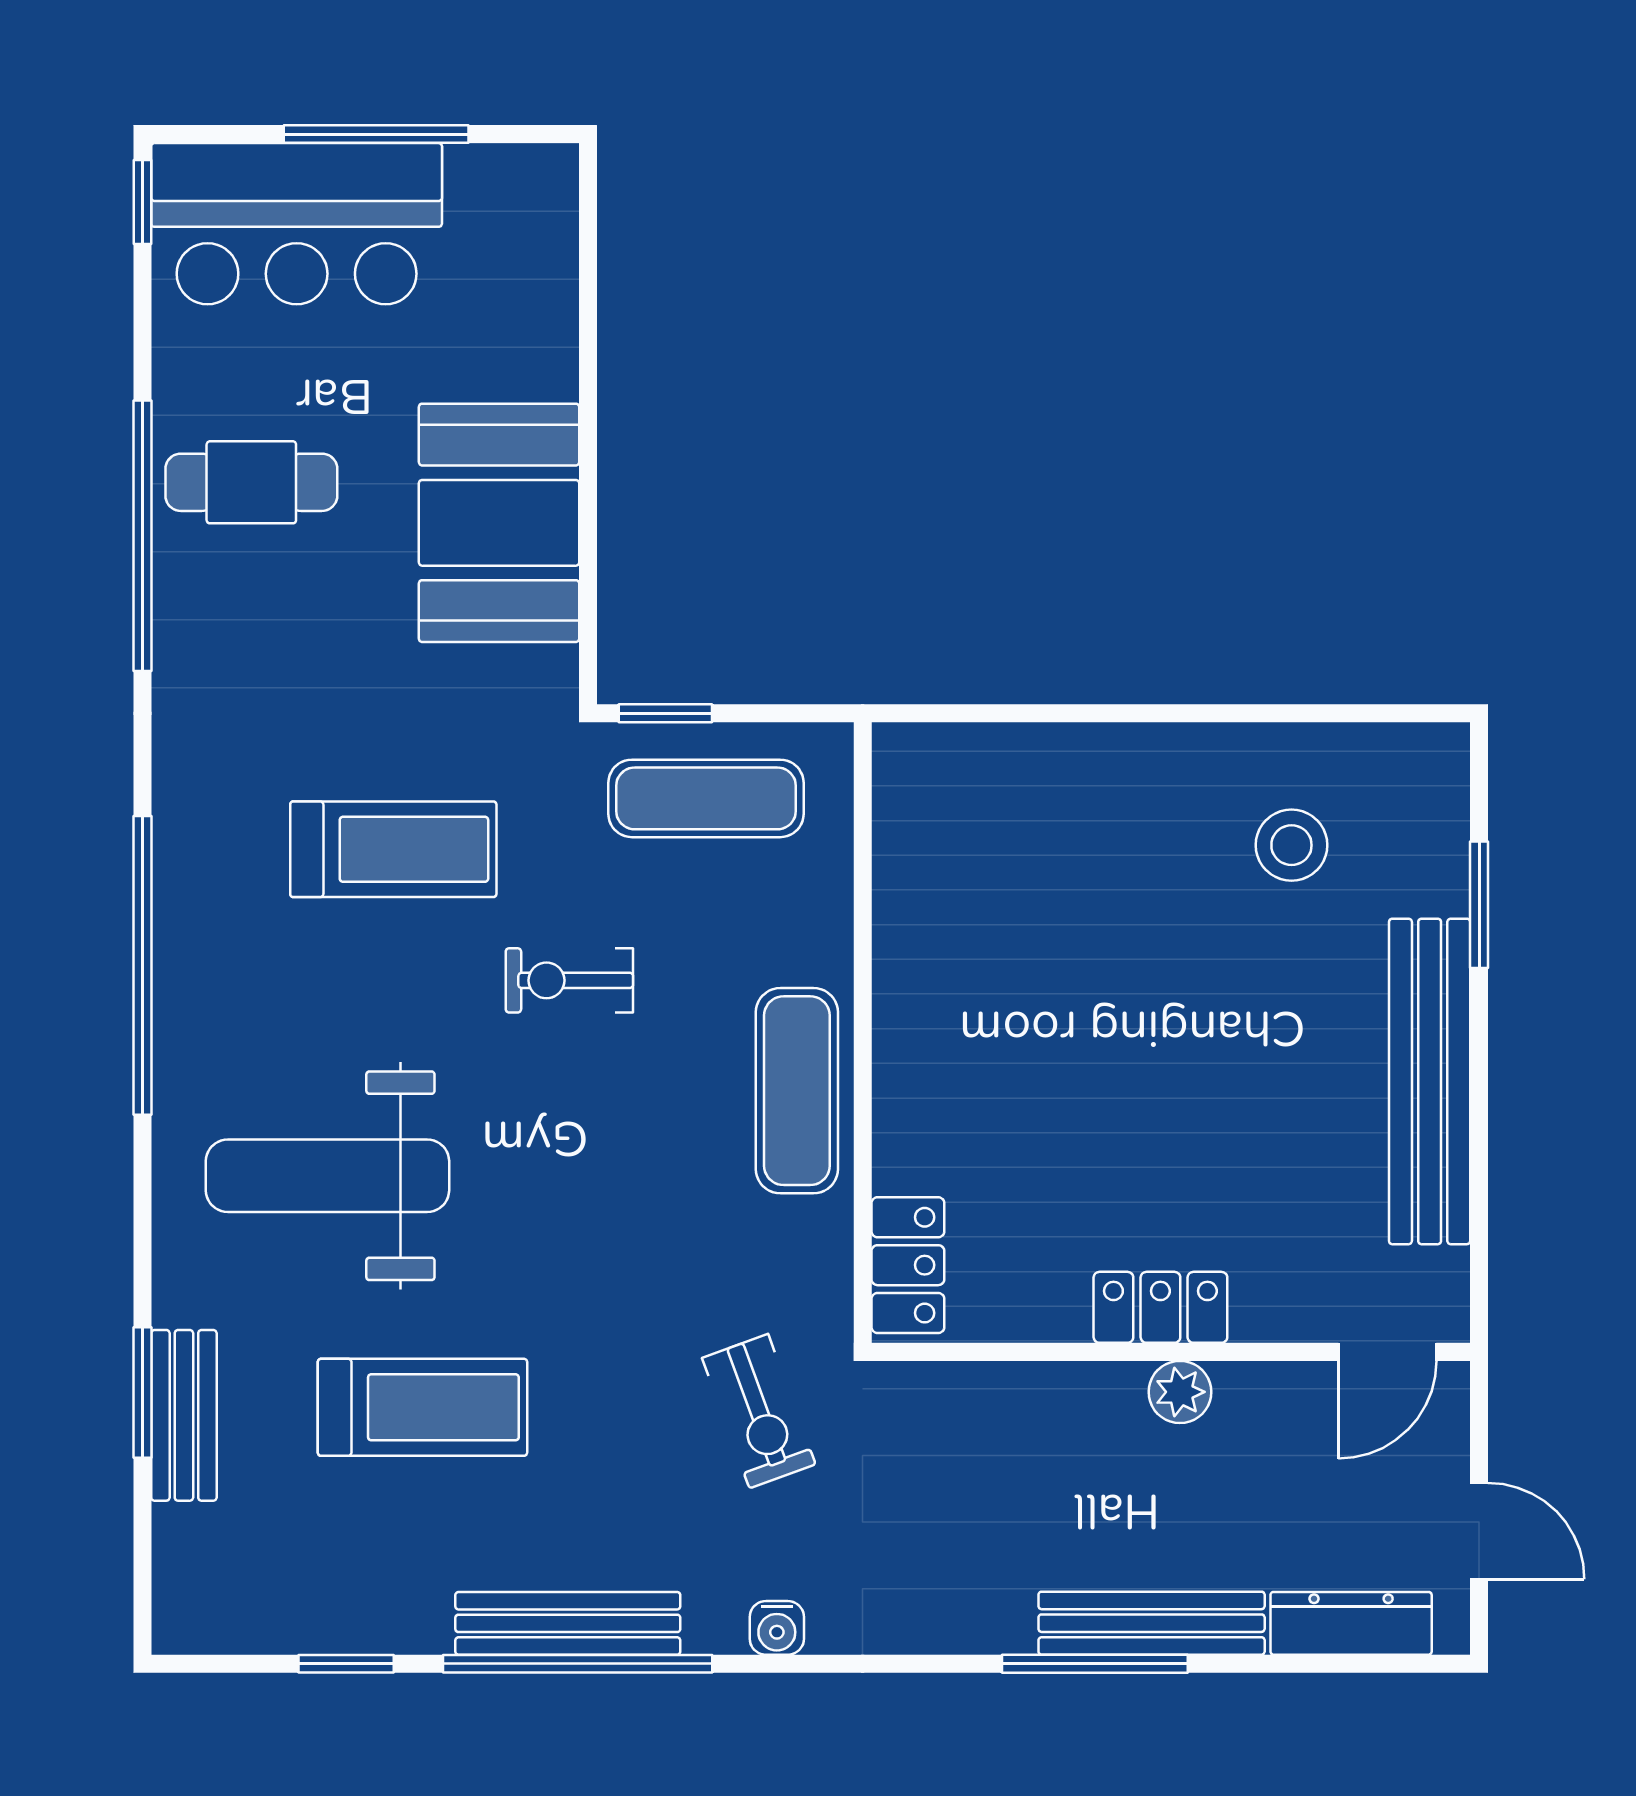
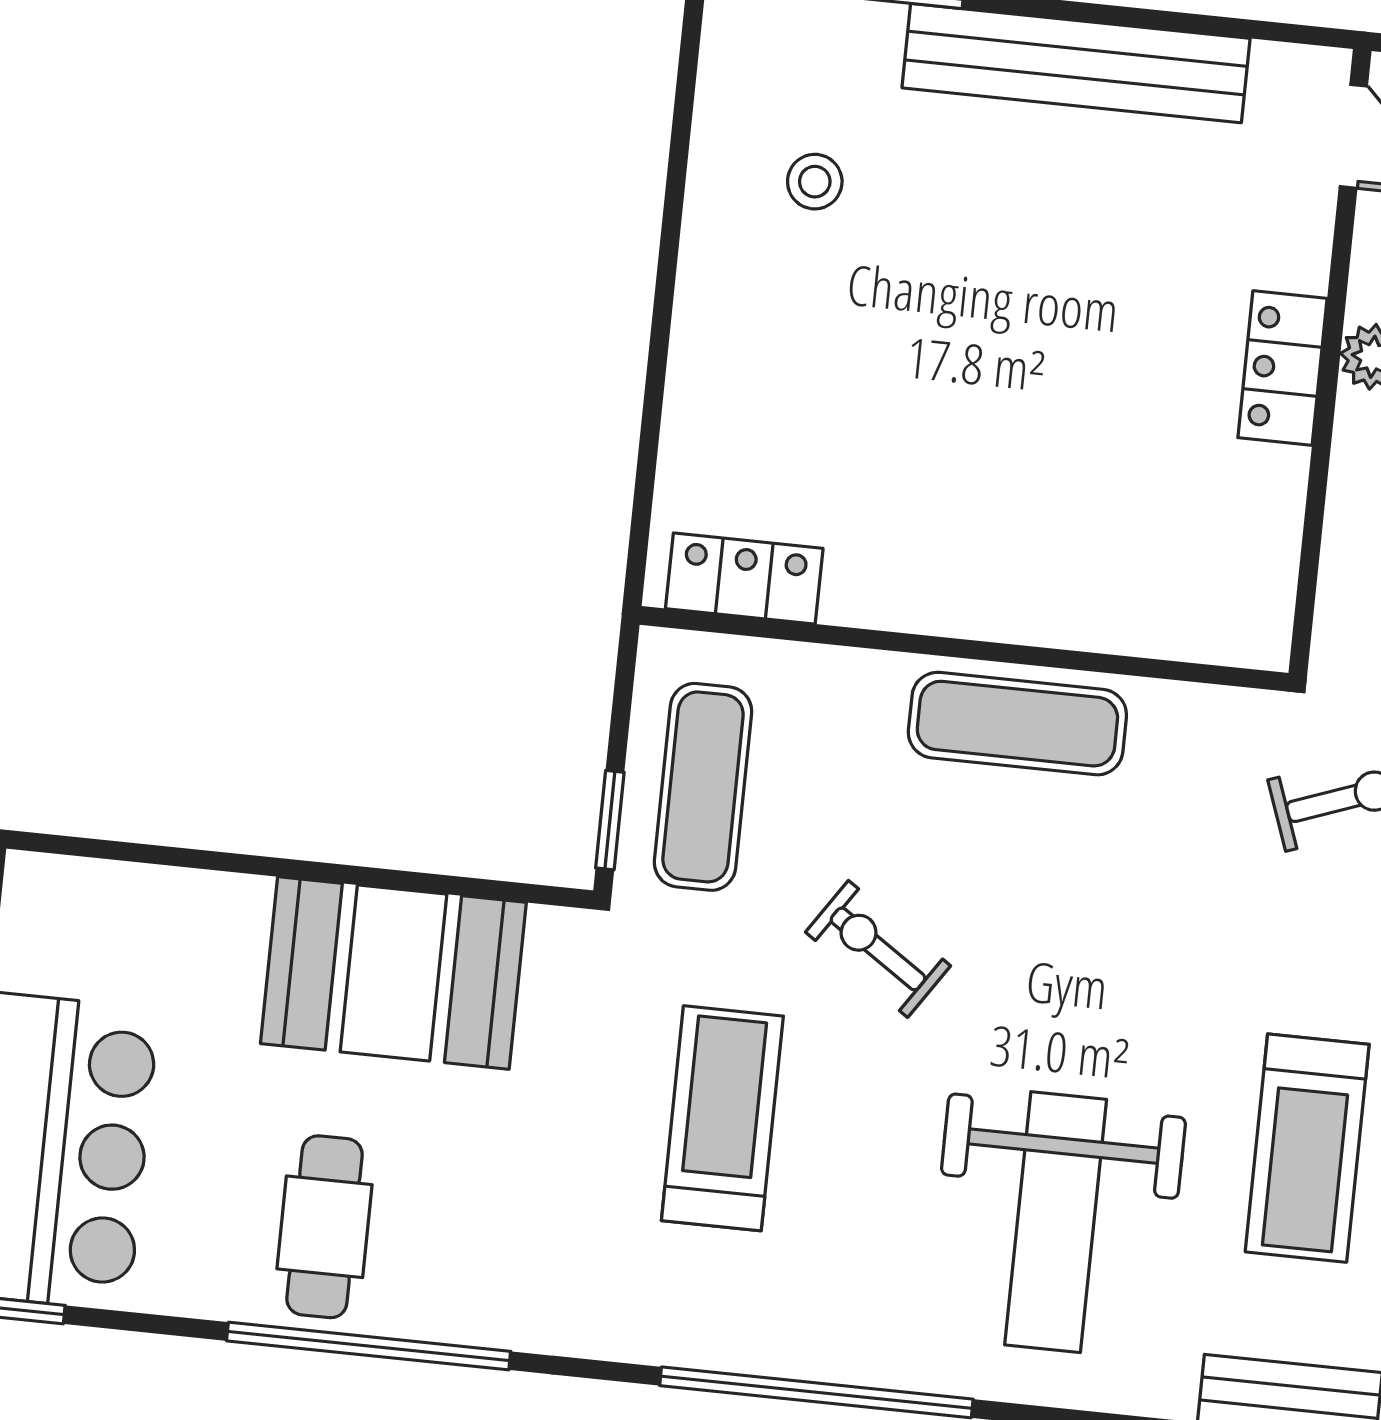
stool: (1291, 845) -> (815, 182), width x0.73, depth x0.73
exercise bike: (569, 980) -> (878, 949), turned 124
locker: (908, 1265) -> (744, 578), moved
treadmill: (422, 1407) -> (1307, 1148), turned 180

